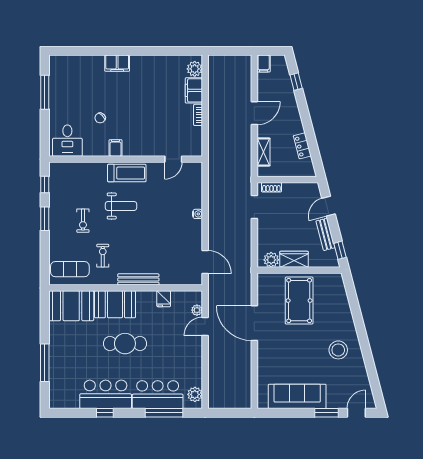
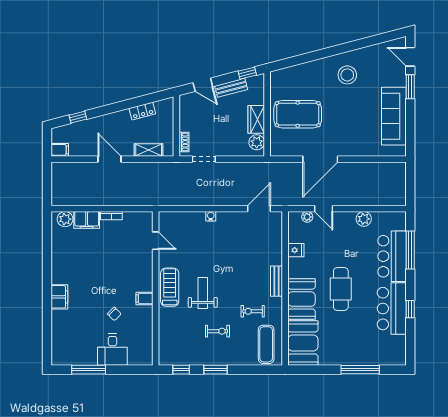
desk: (67, 141) -> (112, 350), moved, turned 90
bench: (138, 279) -> (277, 281), width x0.73
plant: (195, 394) -> (364, 219), moved

